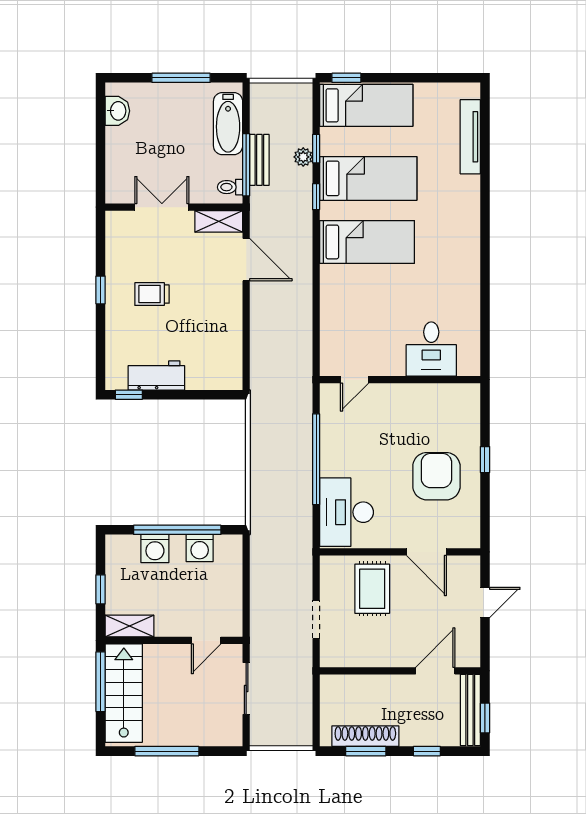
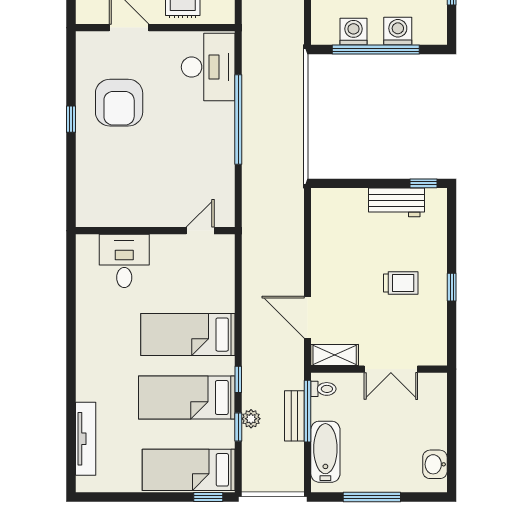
desk: (431, 349) -> (124, 261), moved
door: (355, 380) -> (200, 231), moved
wall: (400, 380) -> (155, 231), moved

